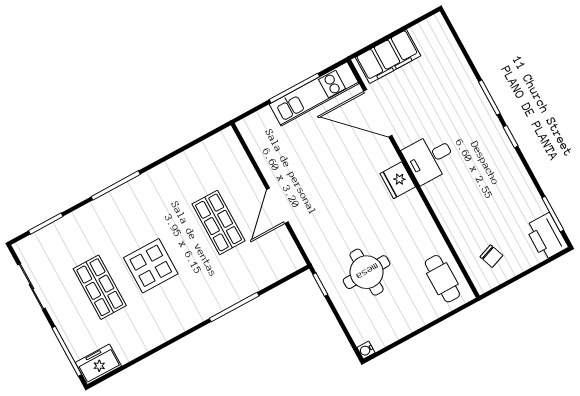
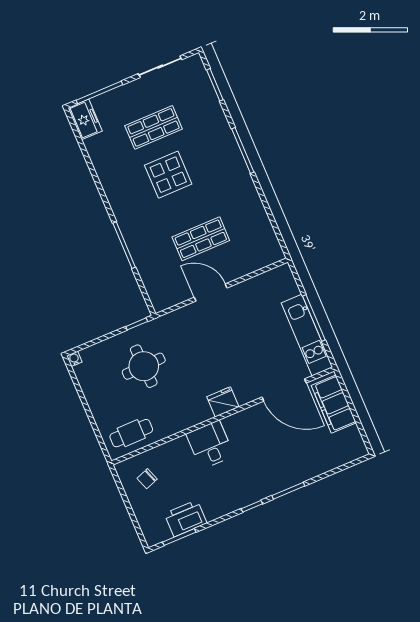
door: (378, 113) -> (284, 390), swing flipped
desk: (430, 158) -> (210, 445), moved
printer: (546, 237) -> (186, 518), moved

